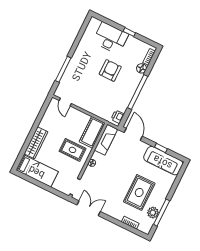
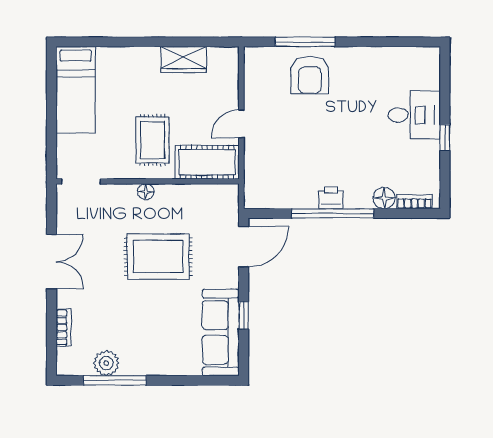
desk: (111, 38) -> (414, 115), width x0.73
armchair: (110, 70) -> (310, 75), moved, turned 90
door: (65, 102) -> (241, 124), moved
printer: (118, 117) -> (331, 198), moved
fireplace: (106, 140) -> (206, 197), removed
wardrobe: (36, 143) -> (184, 60), moved, width x0.67
rug: (139, 192) -> (158, 257), moved
double door: (89, 208) -> (52, 261), moved

